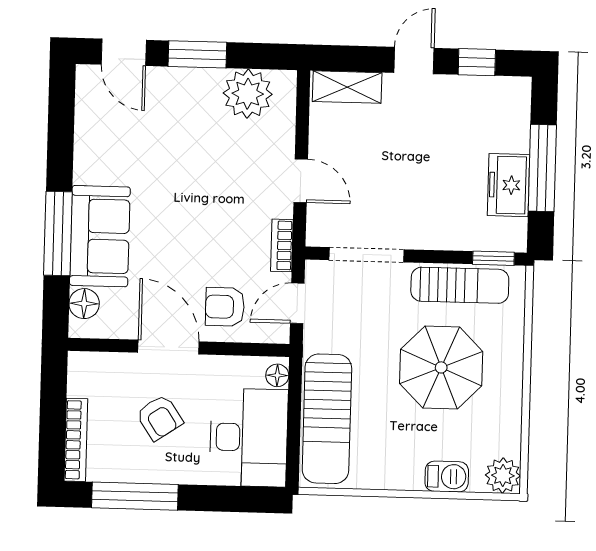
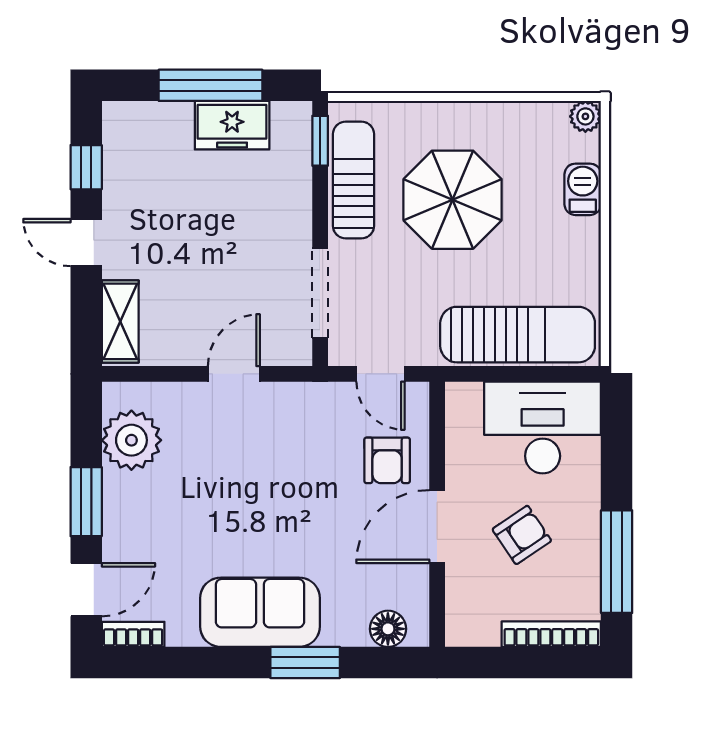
window: (58, 234) -> (305, 663), width x0.69
sofa: (100, 236) -> (260, 612), moved
bookcase: (282, 245) -> (133, 634), moved, turned 180
floor lamp: (277, 375) -> (467, 395), removed
plant: (503, 475) -> (585, 116), width x0.73, depth x0.73

